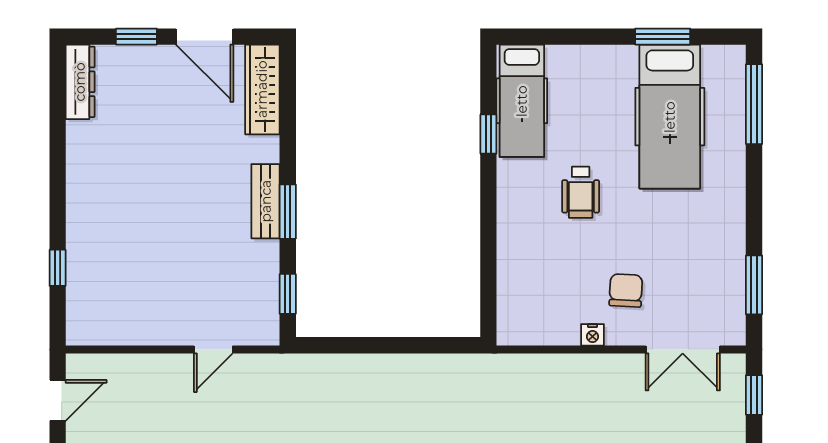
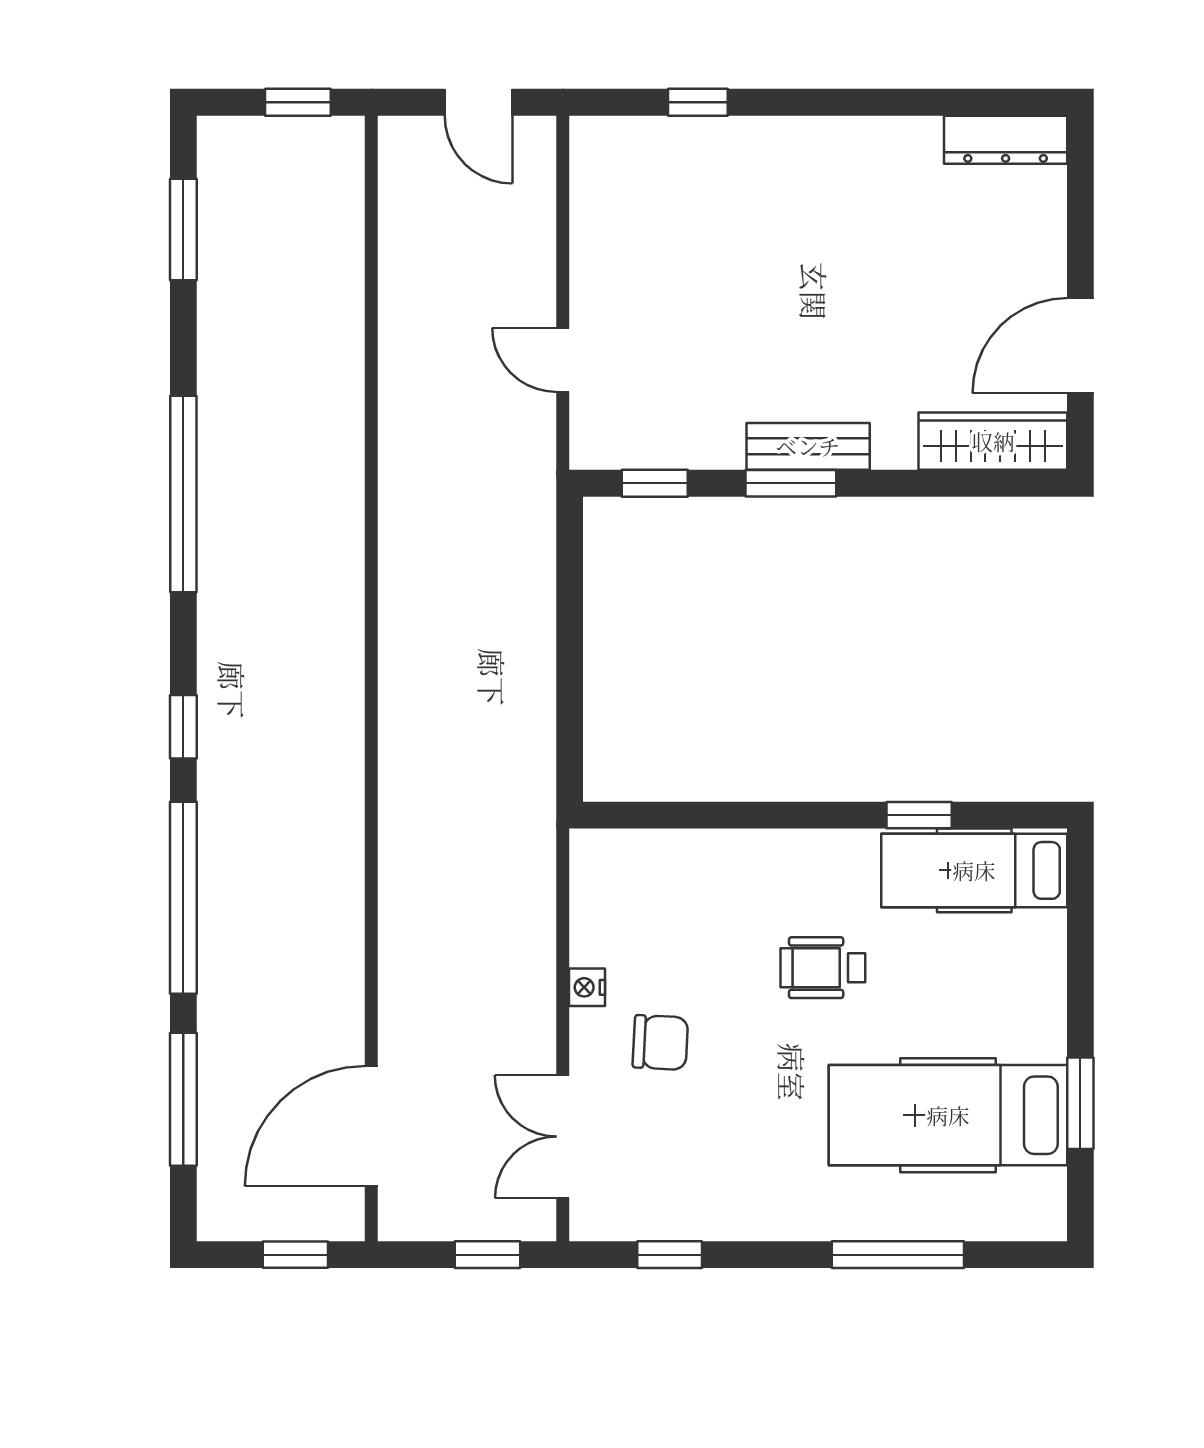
window: (136, 37) -> (1080, 233), removed
window: (754, 104) -> (898, 1255), moved
window: (754, 285) -> (670, 1255), width x0.67

